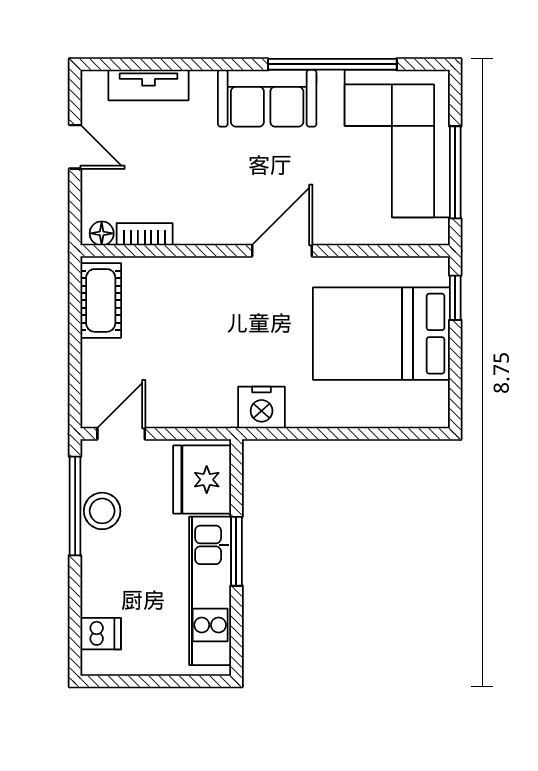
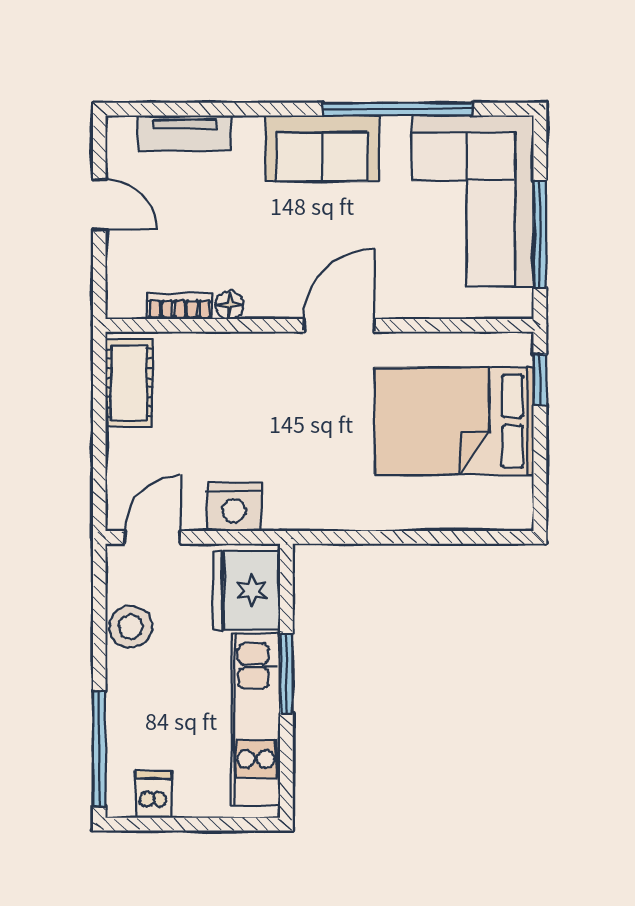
floor lamp: (102, 233) -> (230, 305), moved
nightstand: (262, 407) -> (234, 507), moved
window: (75, 506) -> (99, 749), moved
dishwasher: (101, 634) -> (153, 794), moved, turned -90

